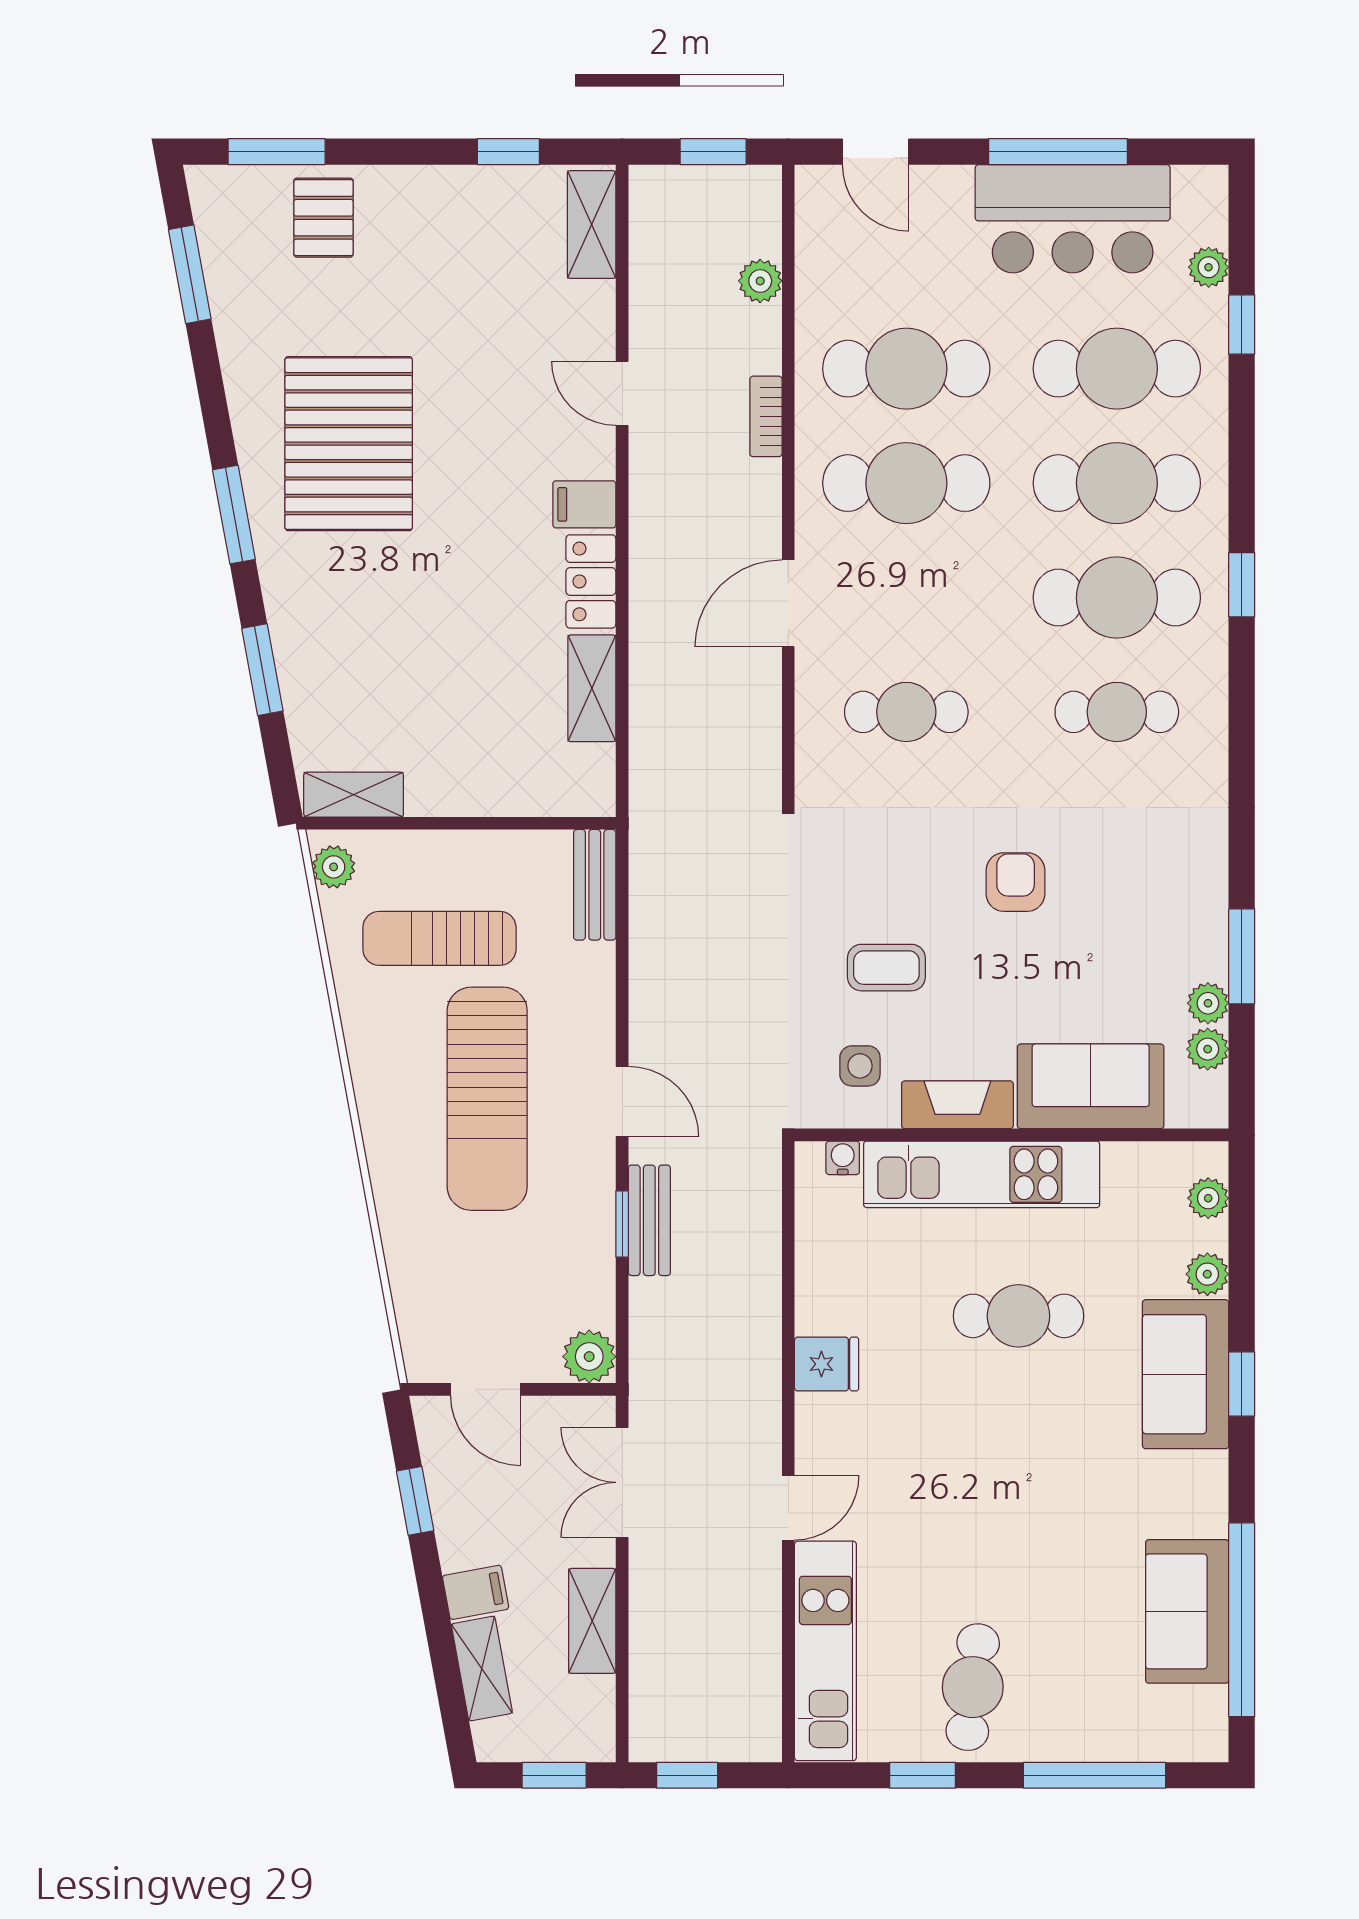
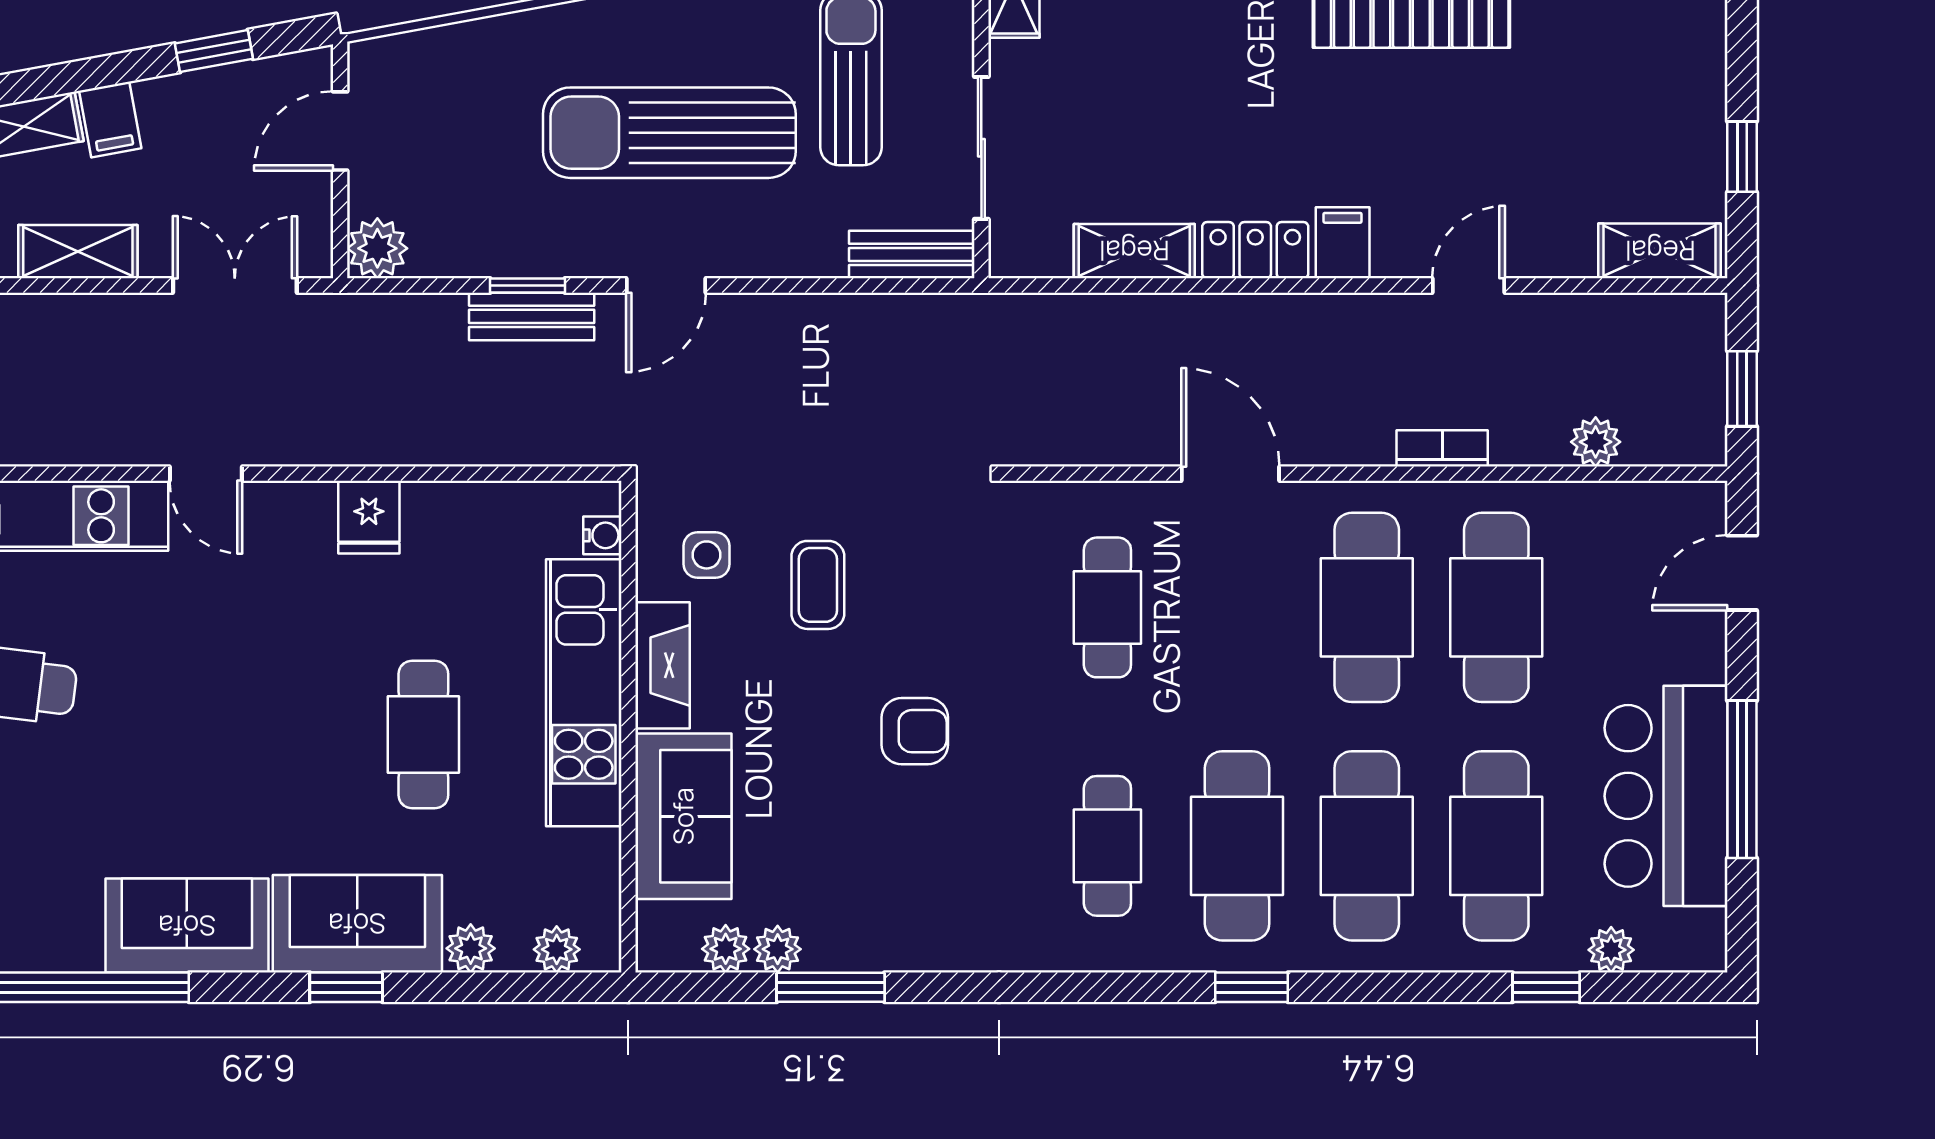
sliding door: (501, 823) -> (981, 148), added
sofa: (1187, 1611) -> (187, 926), moved

